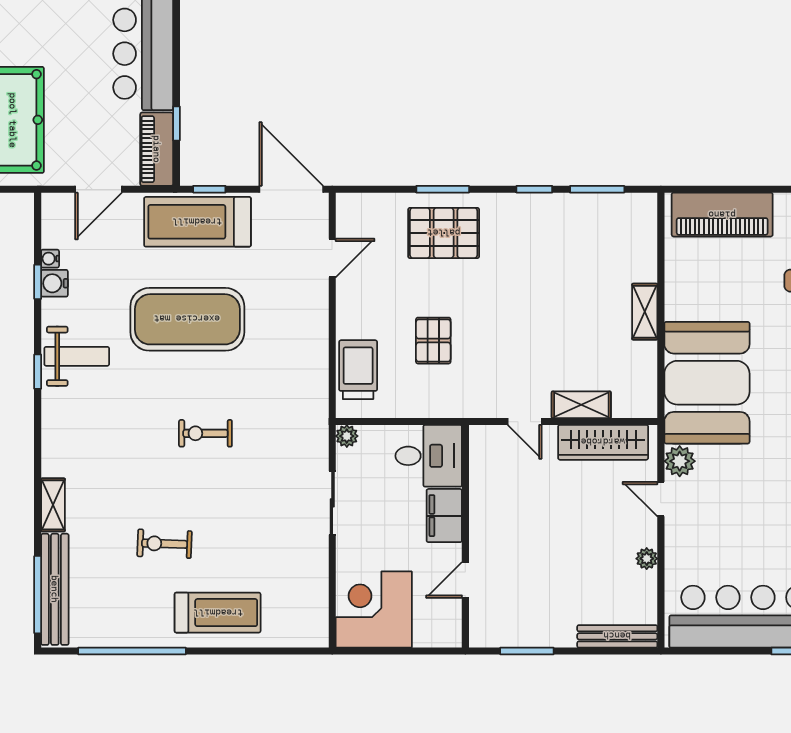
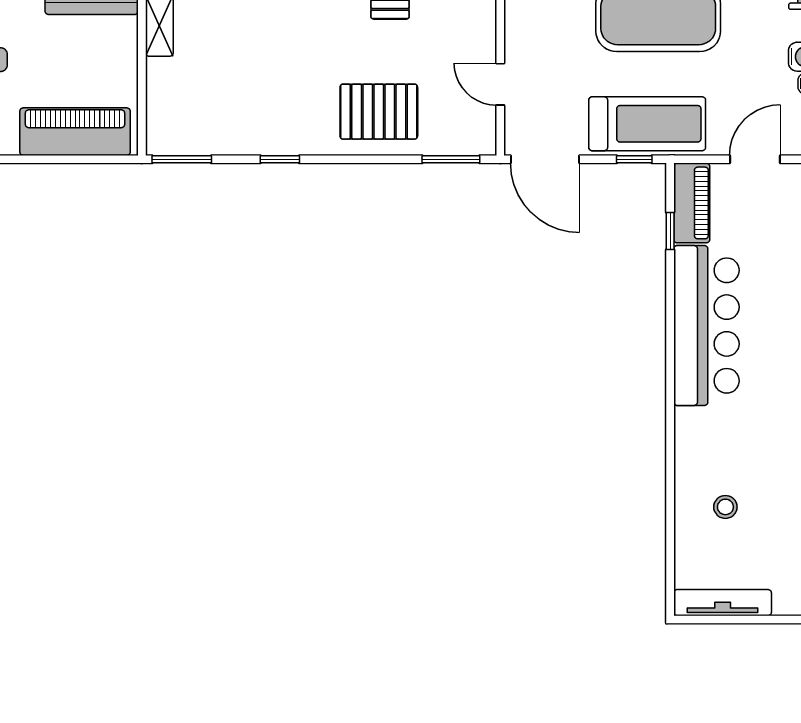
window: (443, 189) -> (451, 159), moved
window: (597, 189) -> (182, 159), moved
door: (332, 258) -> (500, 84), hinge flipped

